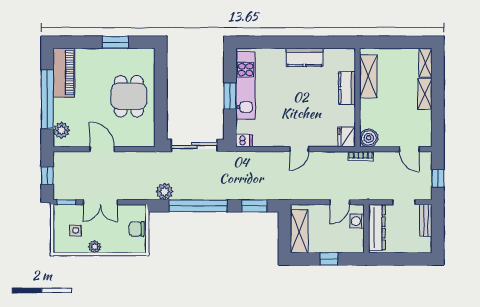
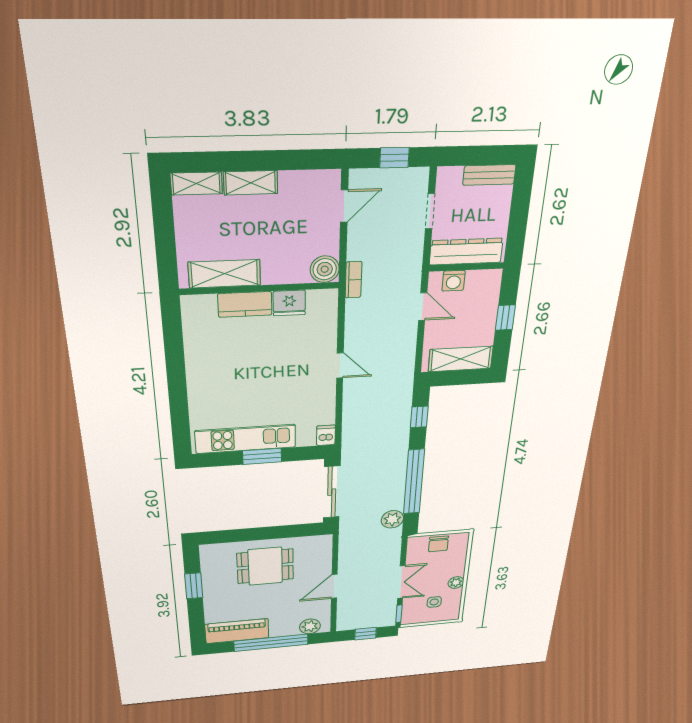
kitchen counter: (305, 57) -> (199, 366), removed
fridge: (347, 137) -> (289, 303), moved
window: (254, 206) -> (419, 417), width x0.67
bench: (426, 220) -> (489, 175), moved

